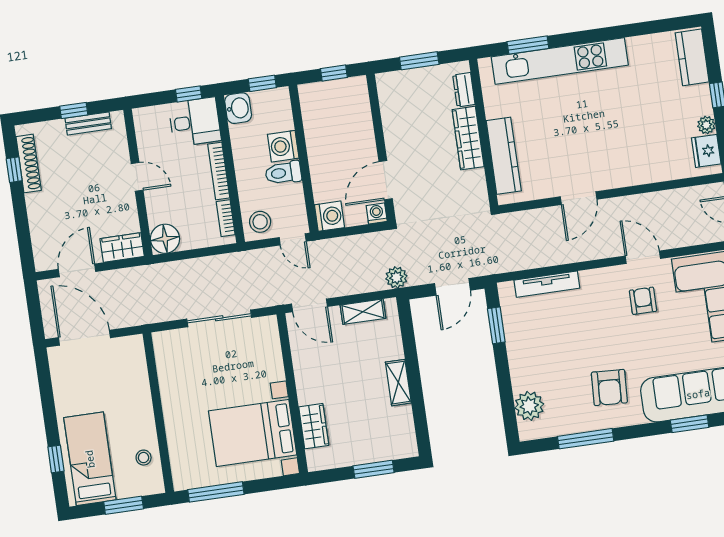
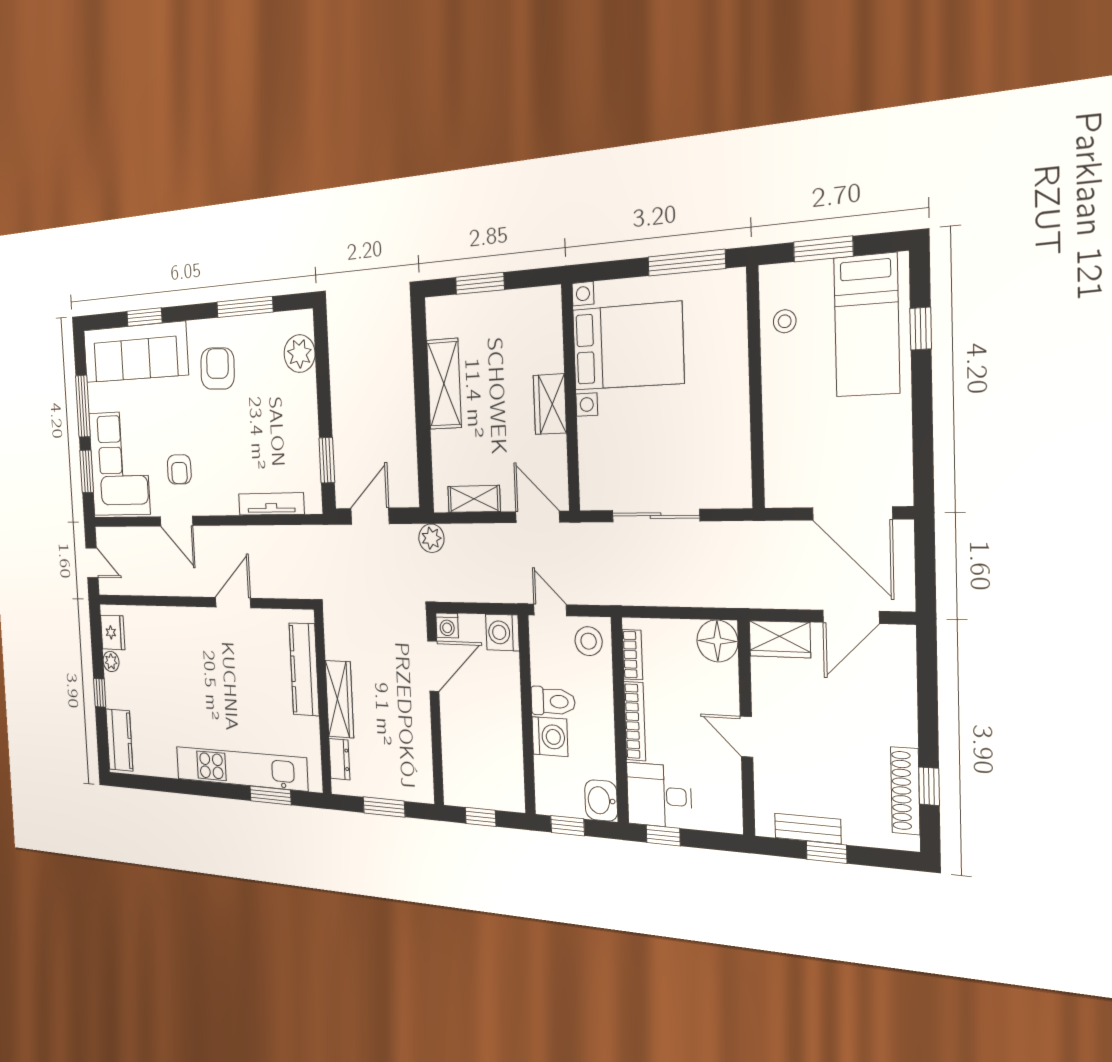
shelving: (398, 383) -> (444, 384), width x1.50, depth x1.33
wardrobe: (314, 426) -> (550, 404), moved

